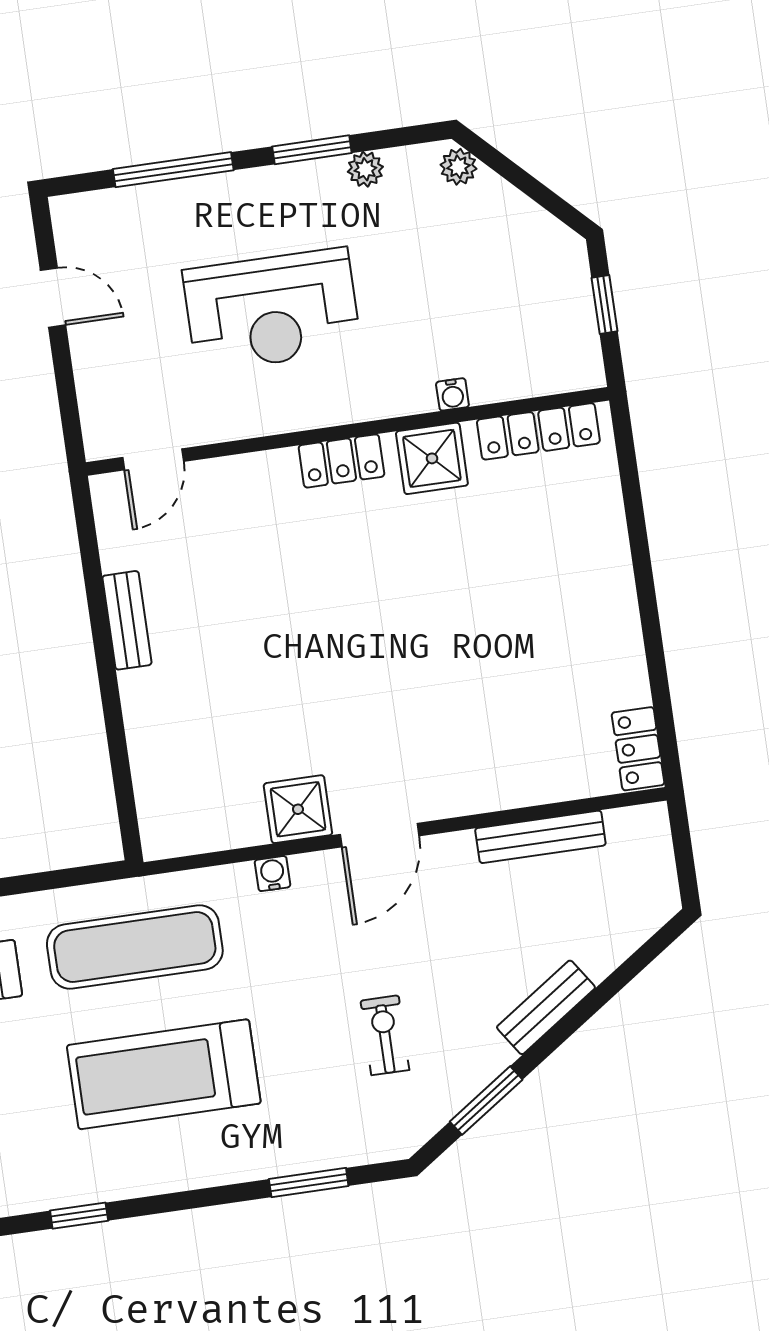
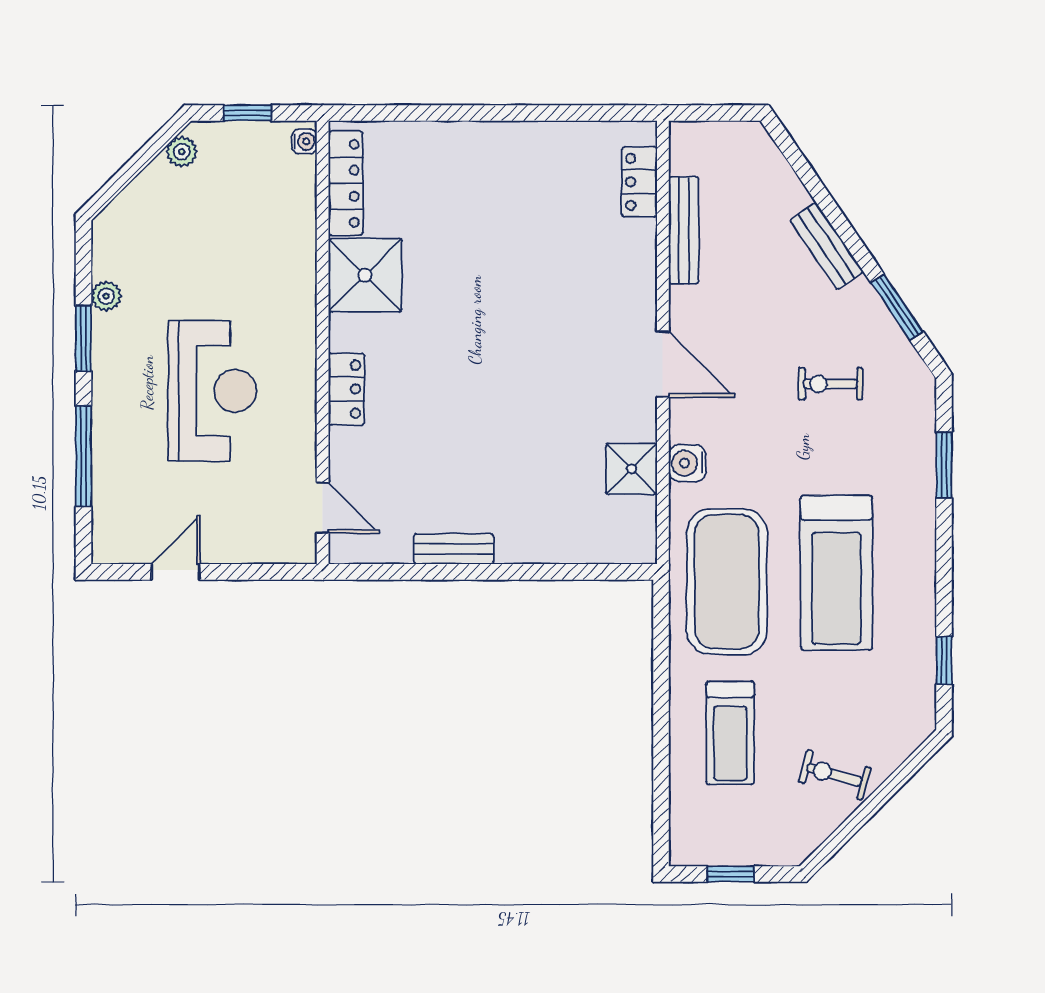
plant: (458, 167) -> (182, 152), moved
water cooler: (452, 394) -> (304, 141), moved
shower: (432, 458) -> (365, 275), width x1.36, depth x1.36
locker: (341, 461) -> (346, 389), moved
locker: (638, 749) -> (639, 182), moved, turned 90
shower: (298, 809) -> (632, 469), moved
water cooler: (273, 874) -> (687, 463), width x1.38, depth x1.38
exercise mat: (135, 947) -> (727, 582), width x1.47

